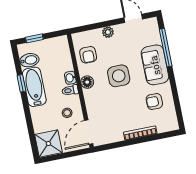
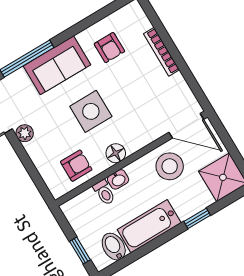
plant: (108, 32) -> (25, 133), moved
window: (21, 83) -> (197, 218), moved
toilet: (70, 90) -> (104, 192), moved
stool: (67, 113) -> (170, 166), width x1.89, depth x1.89

